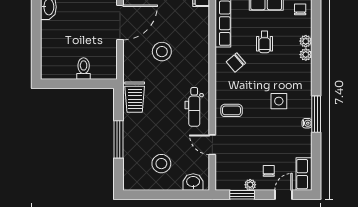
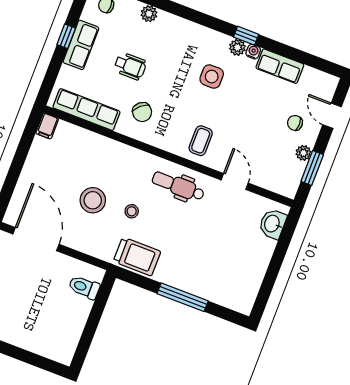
plant: (306, 55) -> (237, 47), moved
toilet: (84, 69) -> (84, 287), moved
dental chair: (194, 107) -> (178, 186), turned 180
window: (316, 114) -> (246, 36), width x0.46
door: (212, 145) -> (235, 182), swing flipped
stool: (161, 164) -> (132, 211), moved, width x0.53, depth x0.53
row of seats: (304, 174) -> (280, 66), moved

